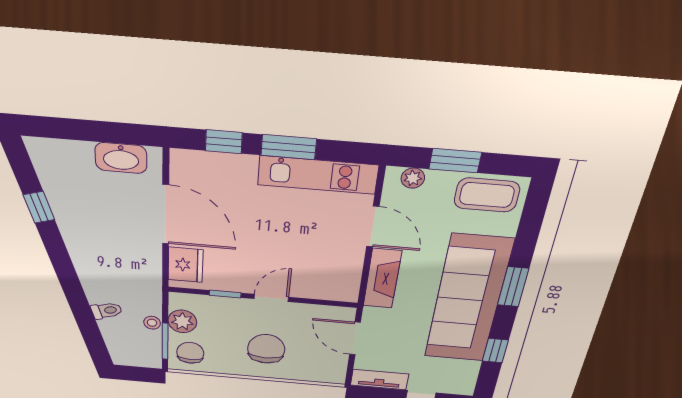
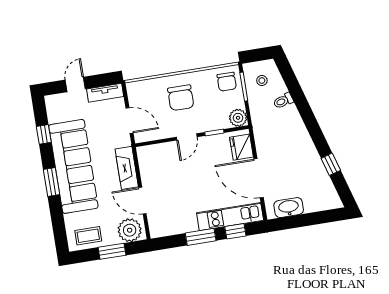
kitchen unit: (318, 175) -> (230, 217), moved
plant: (413, 178) -> (130, 230), width x1.87, depth x1.87
coffee table: (487, 195) -> (88, 236), width x0.73, depth x0.77
plant: (182, 321) -> (238, 118), moved
stool: (152, 323) -> (262, 81), moved

